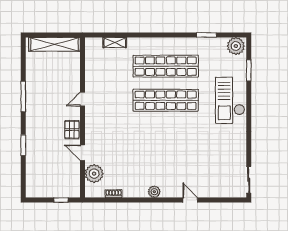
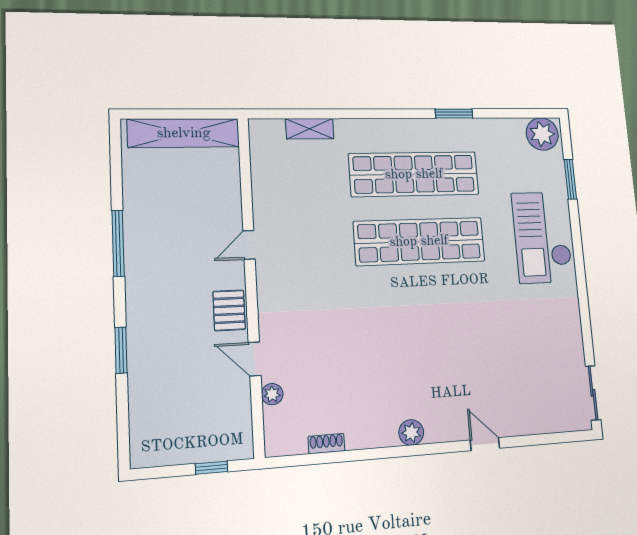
window: (206, 35) -> (454, 114), moved
plant: (94, 174) -> (272, 394), width x0.53, depth x0.53

